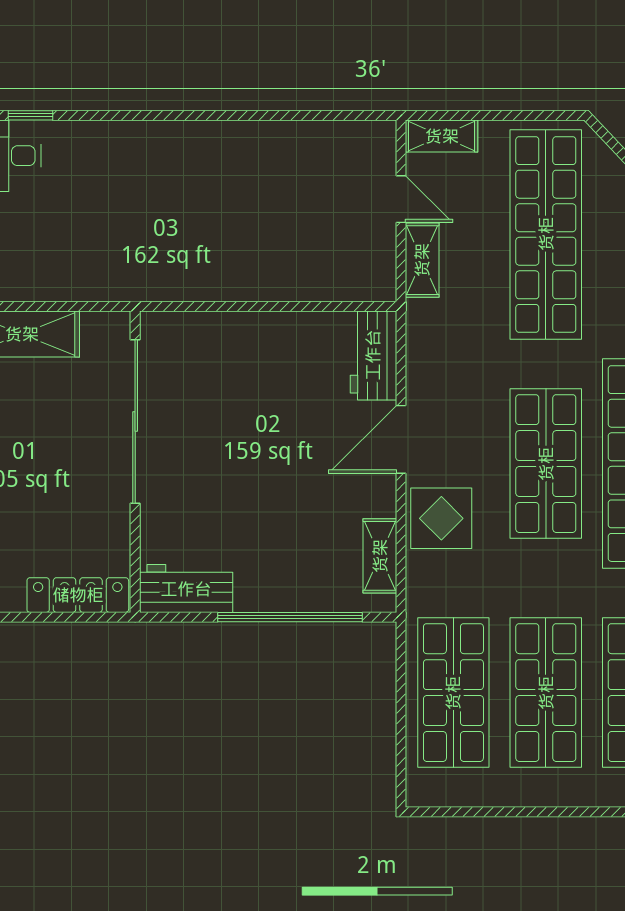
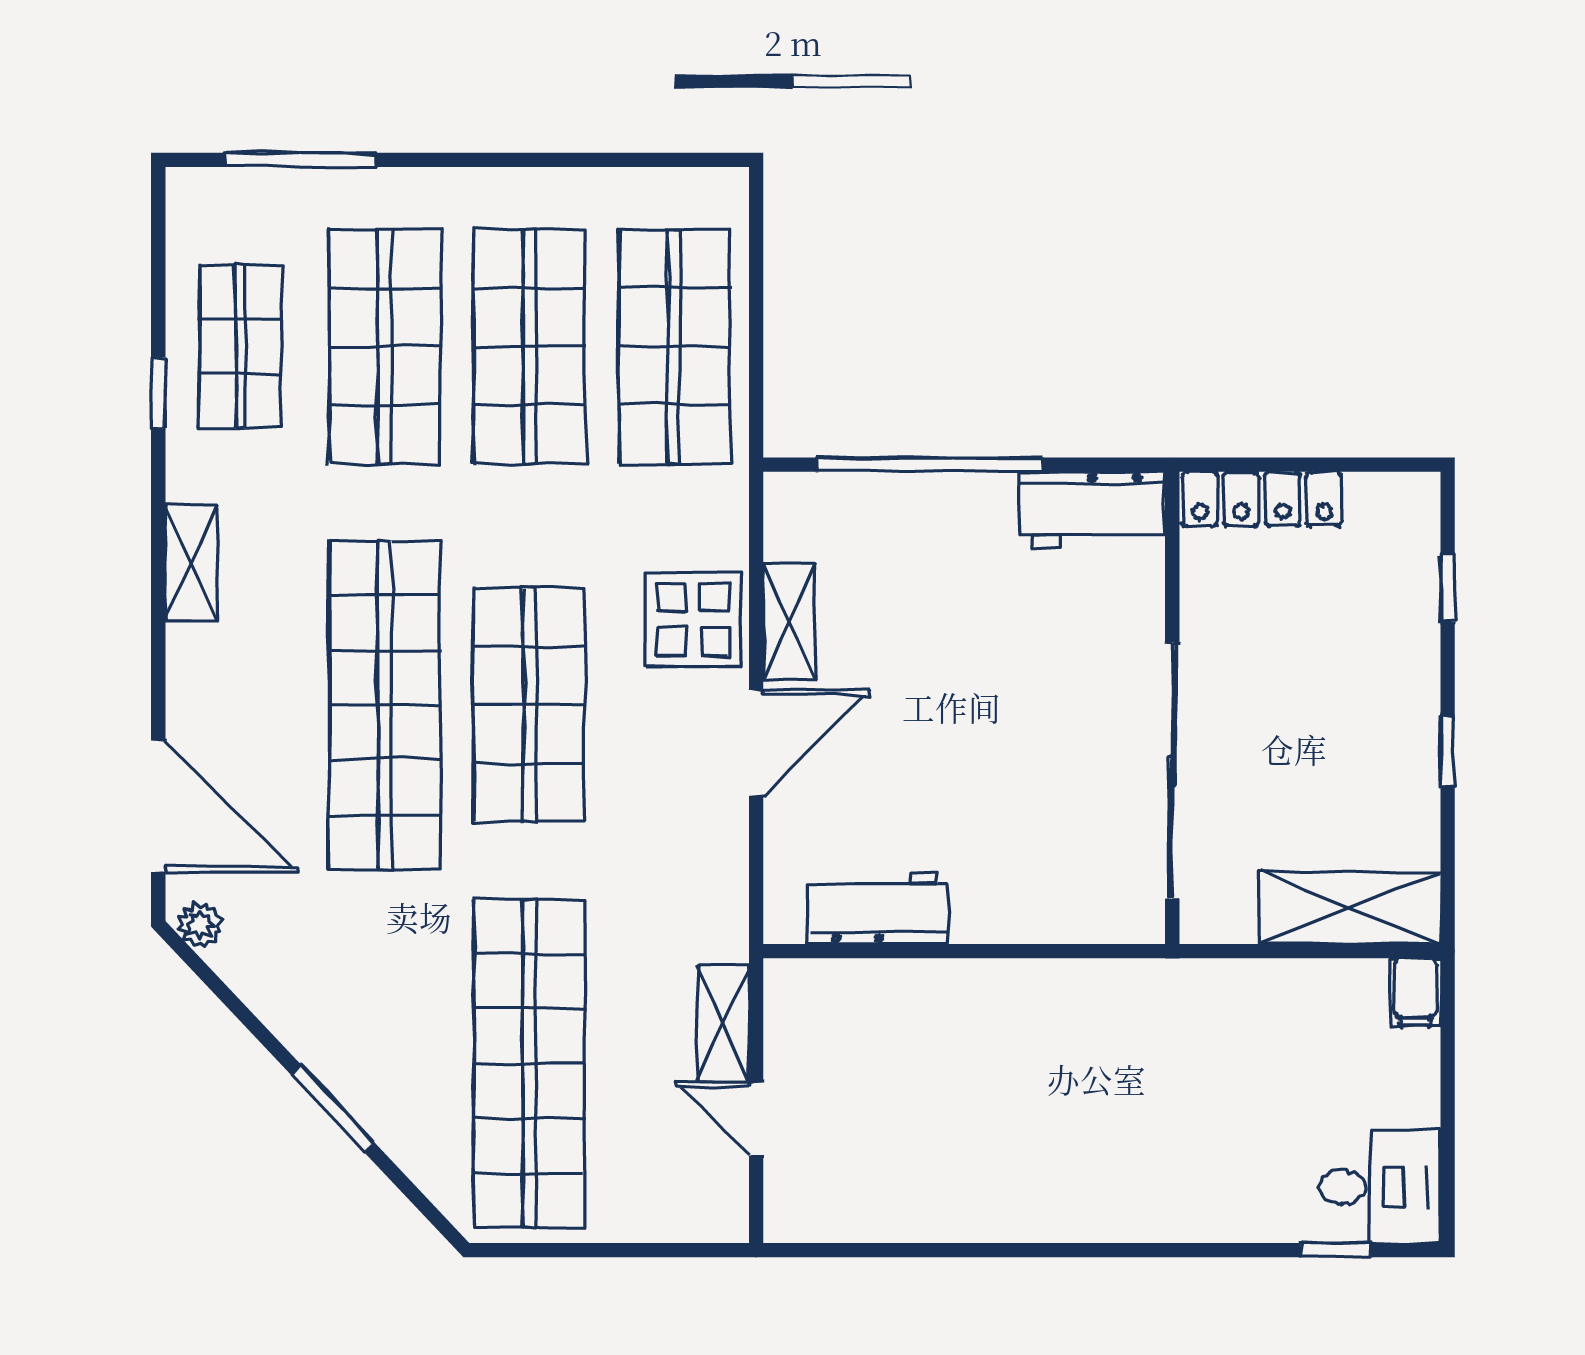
shelving: (442, 136) -> (693, 1218), removed
workbench: (373, 355) -> (878, 908), moved, turned -90
shelving: (380, 556) -> (789, 621), moved

